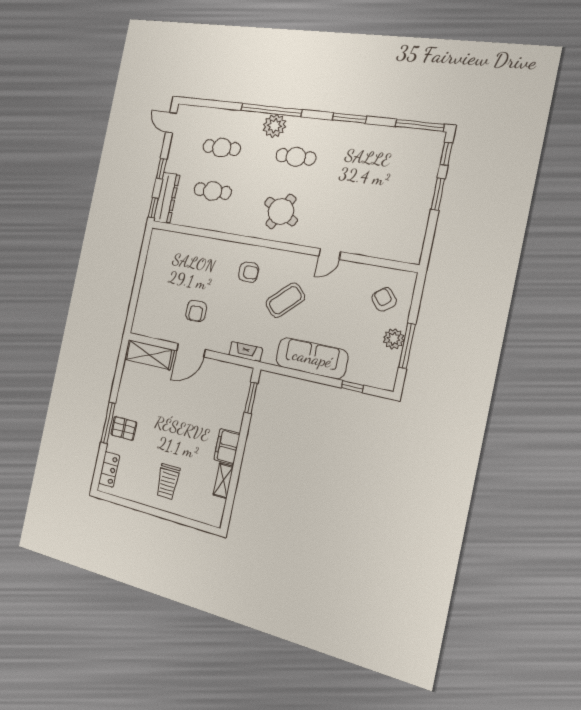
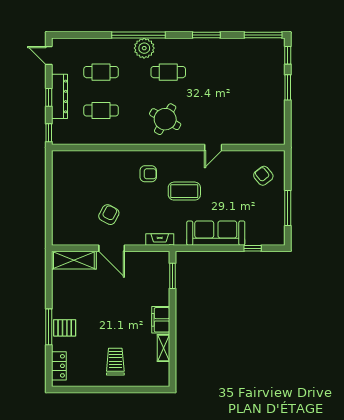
dresser: (167, 198) -> (59, 96), moved
coffee table: (285, 300) -> (184, 191), turned 44
armchair: (196, 311) -> (109, 215), turned -152
plant: (394, 339) -> (277, 205), removed
door: (191, 350) -> (112, 248), hinge flipped
trolley: (168, 482) -> (115, 362), turned 180

